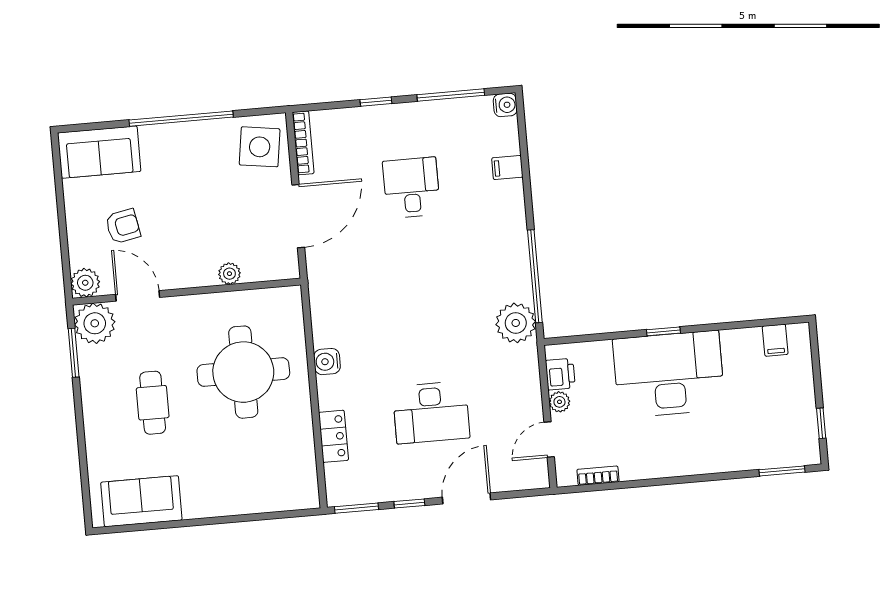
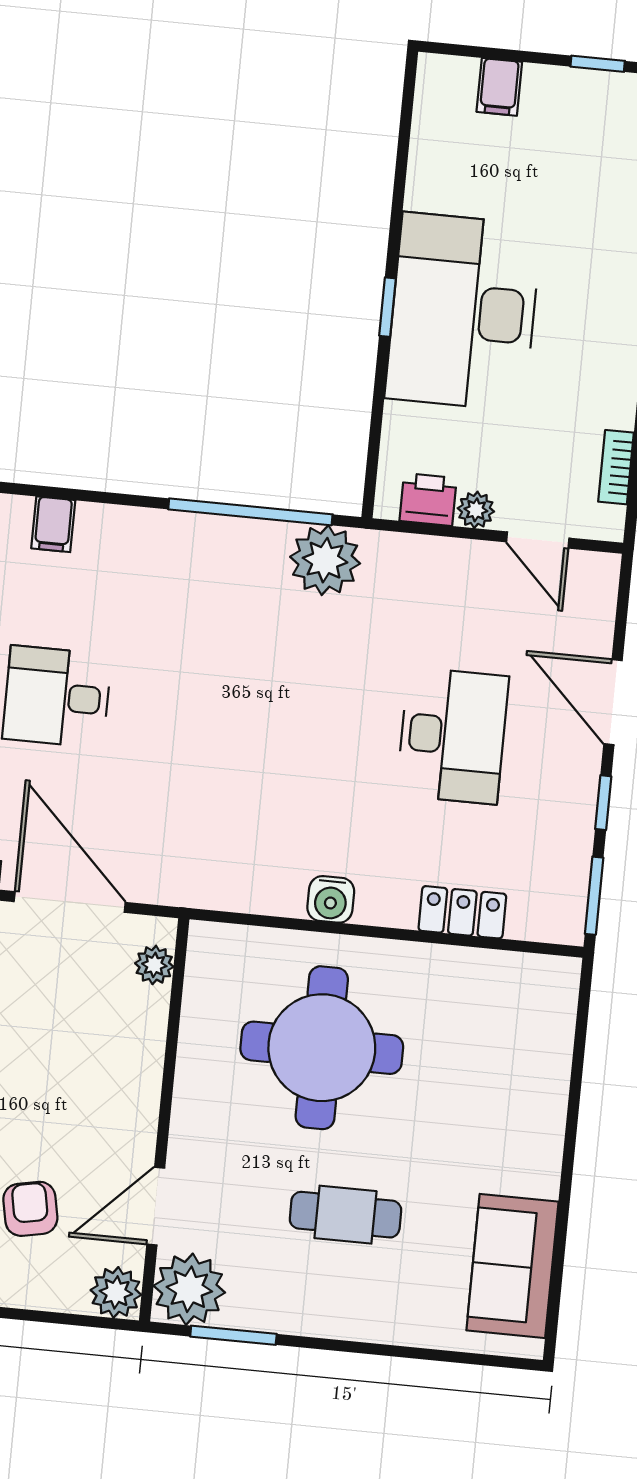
plant: (229, 274) -> (154, 965), moved
filing cabinet: (775, 340) -> (499, 87), moved, turned 90

